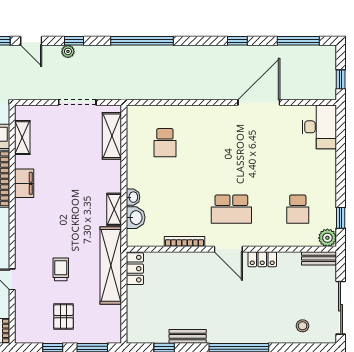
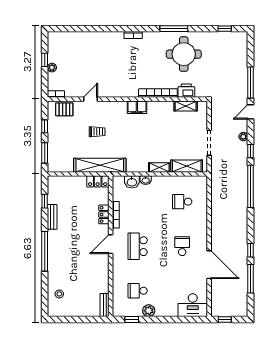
window: (74, 41) -> (250, 151), moved
window: (298, 41) -> (250, 279), moved
school desk: (231, 143) -> (182, 246), added
filing cabinet: (24, 183) -> (137, 107), moved
shelving: (114, 209) -> (159, 168), moved
plant: (327, 238) -> (149, 311), moved
locker: (262, 259) -> (104, 214), moved
sliding door: (341, 308) -> (71, 319), removed
pallet: (63, 317) -> (64, 109), moved

